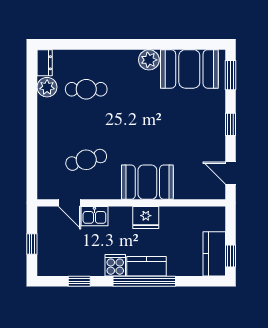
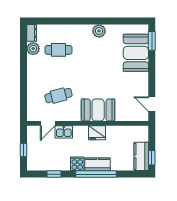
booth: (189, 69) -> (136, 53), moved, turned 90
window: (230, 124) -> (152, 73), removed
door: (70, 203) -> (48, 123), hinge flipped

